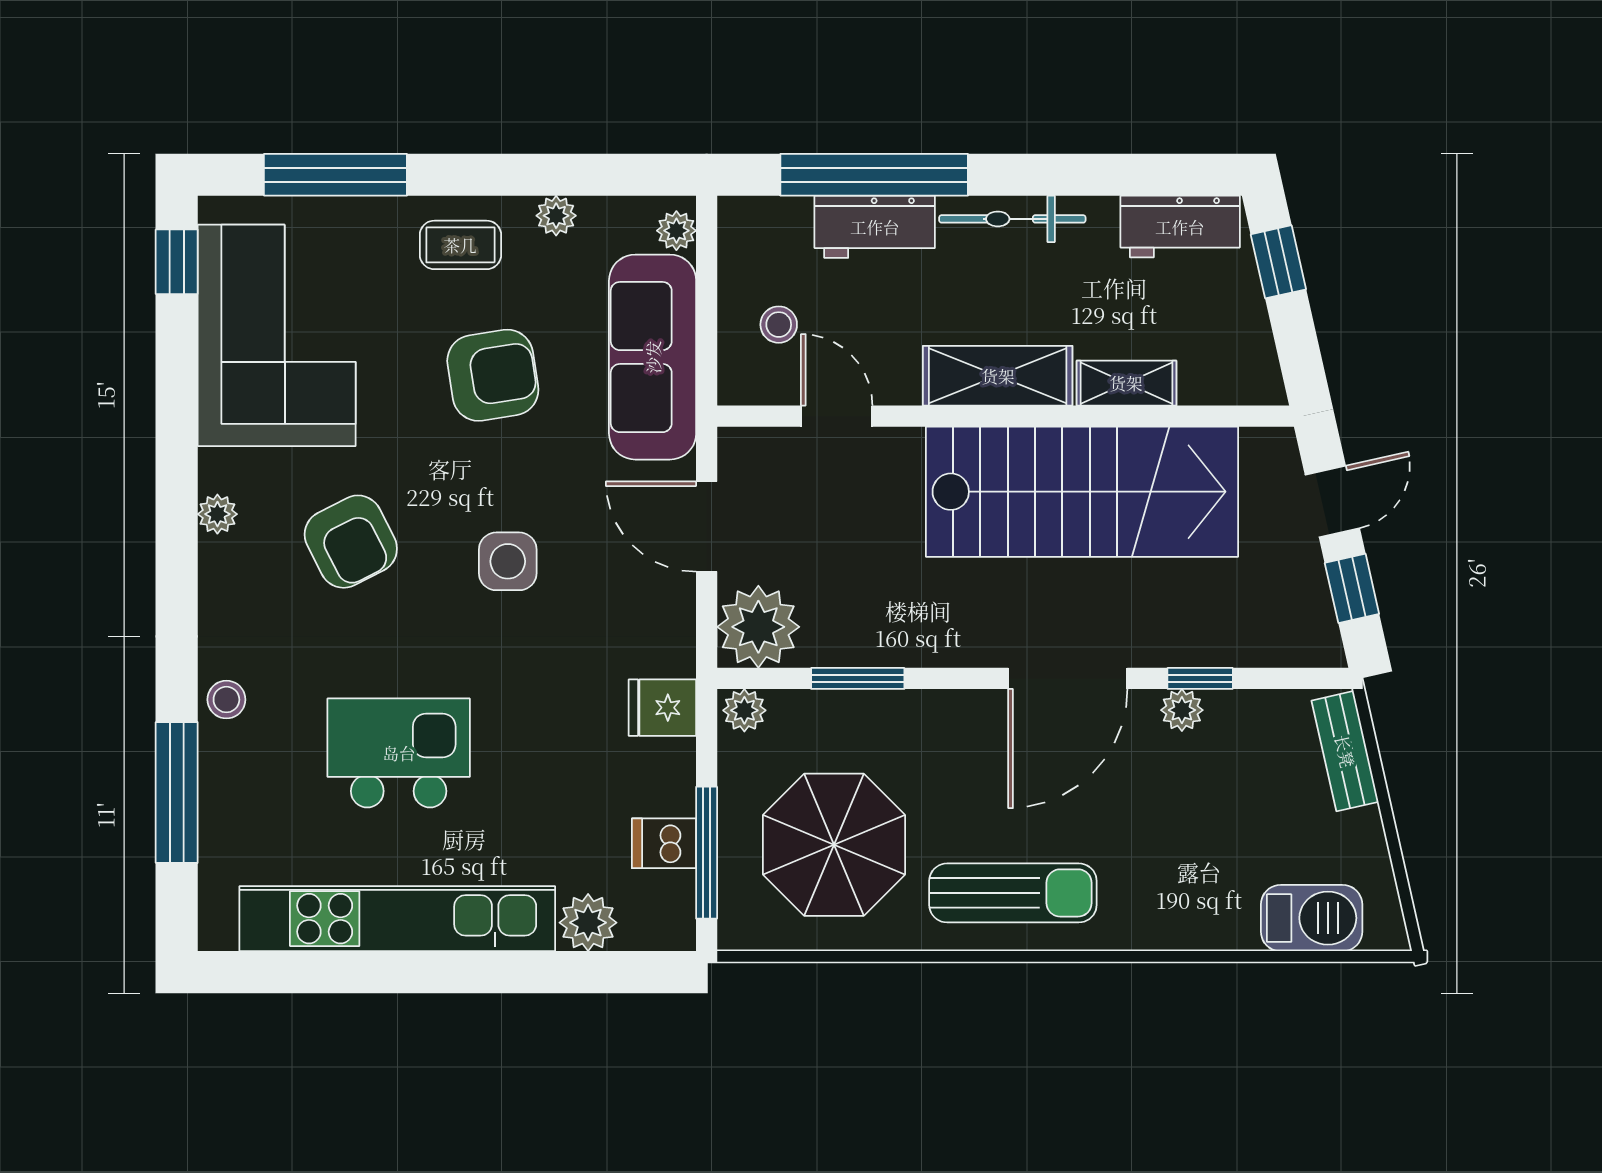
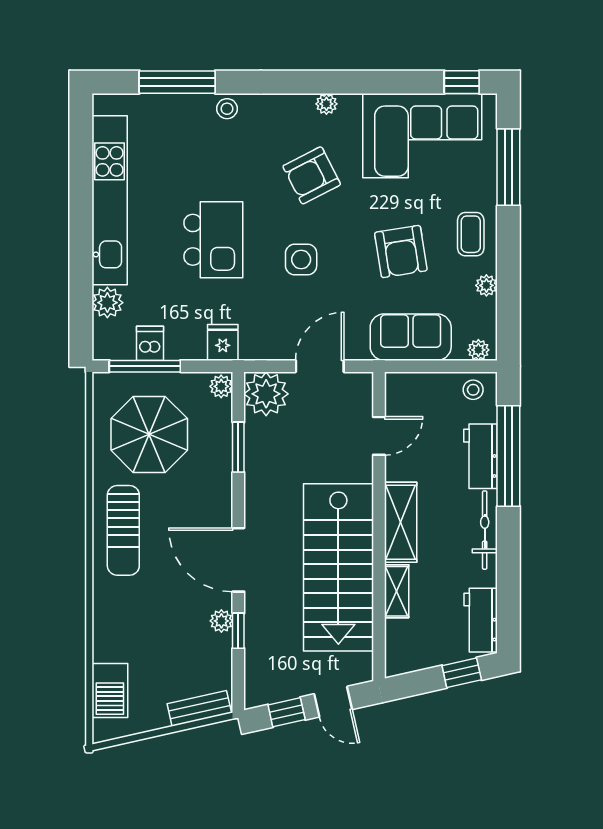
stool: (779, 325) -> (473, 390), moved
sofa: (653, 357) -> (411, 337), width x0.73
kitchen island: (399, 753) -> (213, 240), moved

